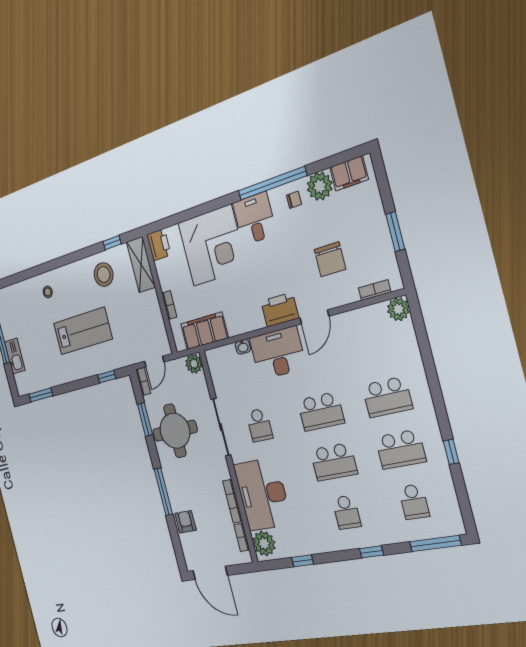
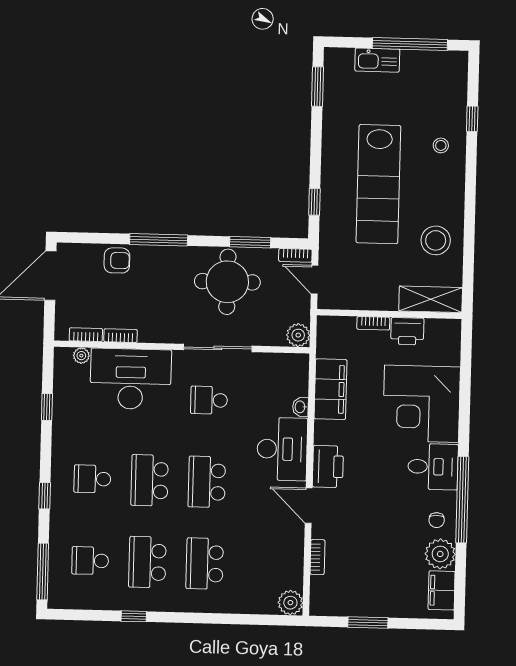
window: (112, 243) -> (472, 119), moved
printer: (159, 245) -> (407, 331), moved
chair: (330, 259) -> (363, 542), removed
bookcase: (375, 290) -> (317, 557), moved
lab bench: (83, 331) -> (378, 184), width x1.36
filing cabinet: (204, 331) -> (331, 389), moved
bookcase: (233, 501) -> (121, 336), width x0.64
plant: (264, 544) -> (81, 356), width x0.53, depth x0.53

